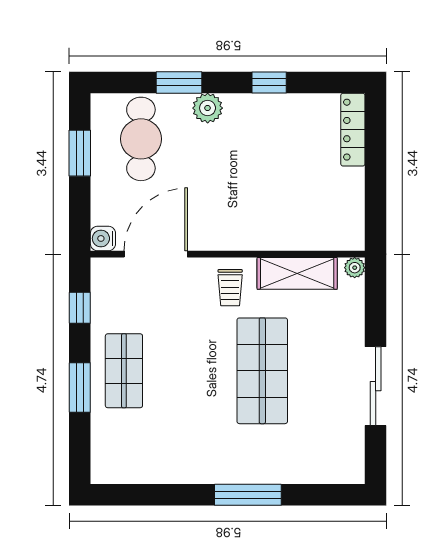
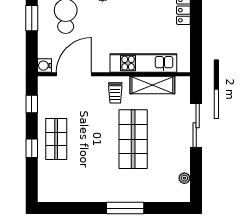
kitchen unit: (281, 234) -> (143, 63), added
plant: (355, 268) -> (184, 178), moved
sliding door: (376, 386) -> (196, 125), moved
window: (80, 387) -> (32, 148), width x0.67

